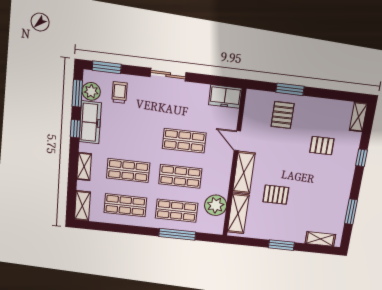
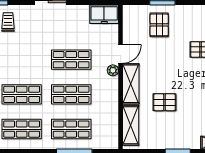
door: (237, 141) -> (121, 54), swing flipped
plant: (216, 205) -> (113, 70), moved, width x0.53, depth x0.53

